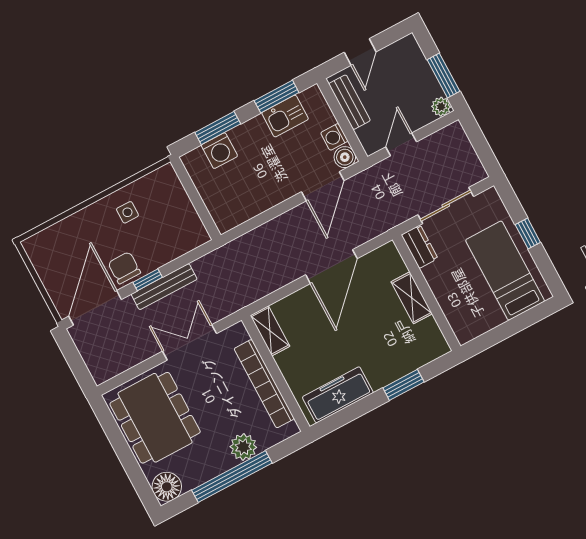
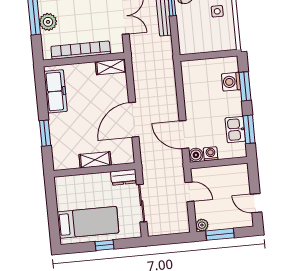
door: (360, 52) -> (256, 203), moved
bench: (349, 102) -> (228, 171), removed
door: (331, 267) -> (134, 120), hinge flipped

